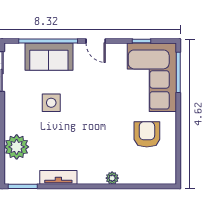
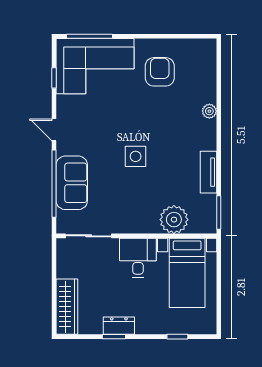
door: (96, 41) -> (54, 130), swing flipped
side table: (51, 103) -> (136, 156), moved
armchair: (147, 134) -> (160, 72), turned 90

